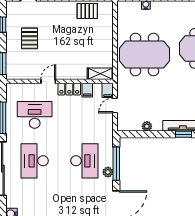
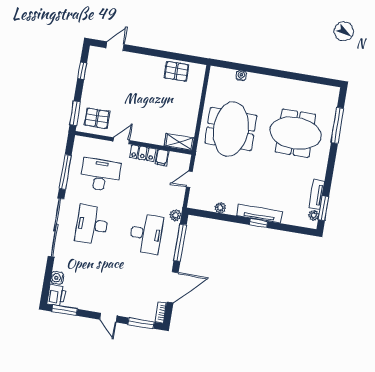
pallet: (30, 38) -> (97, 118), moved, turned 90
meeting table: (145, 55) -> (231, 129), turned 90
filing cabinet: (108, 90) -> (184, 162), removed
plant: (108, 172) -> (175, 215), moved

